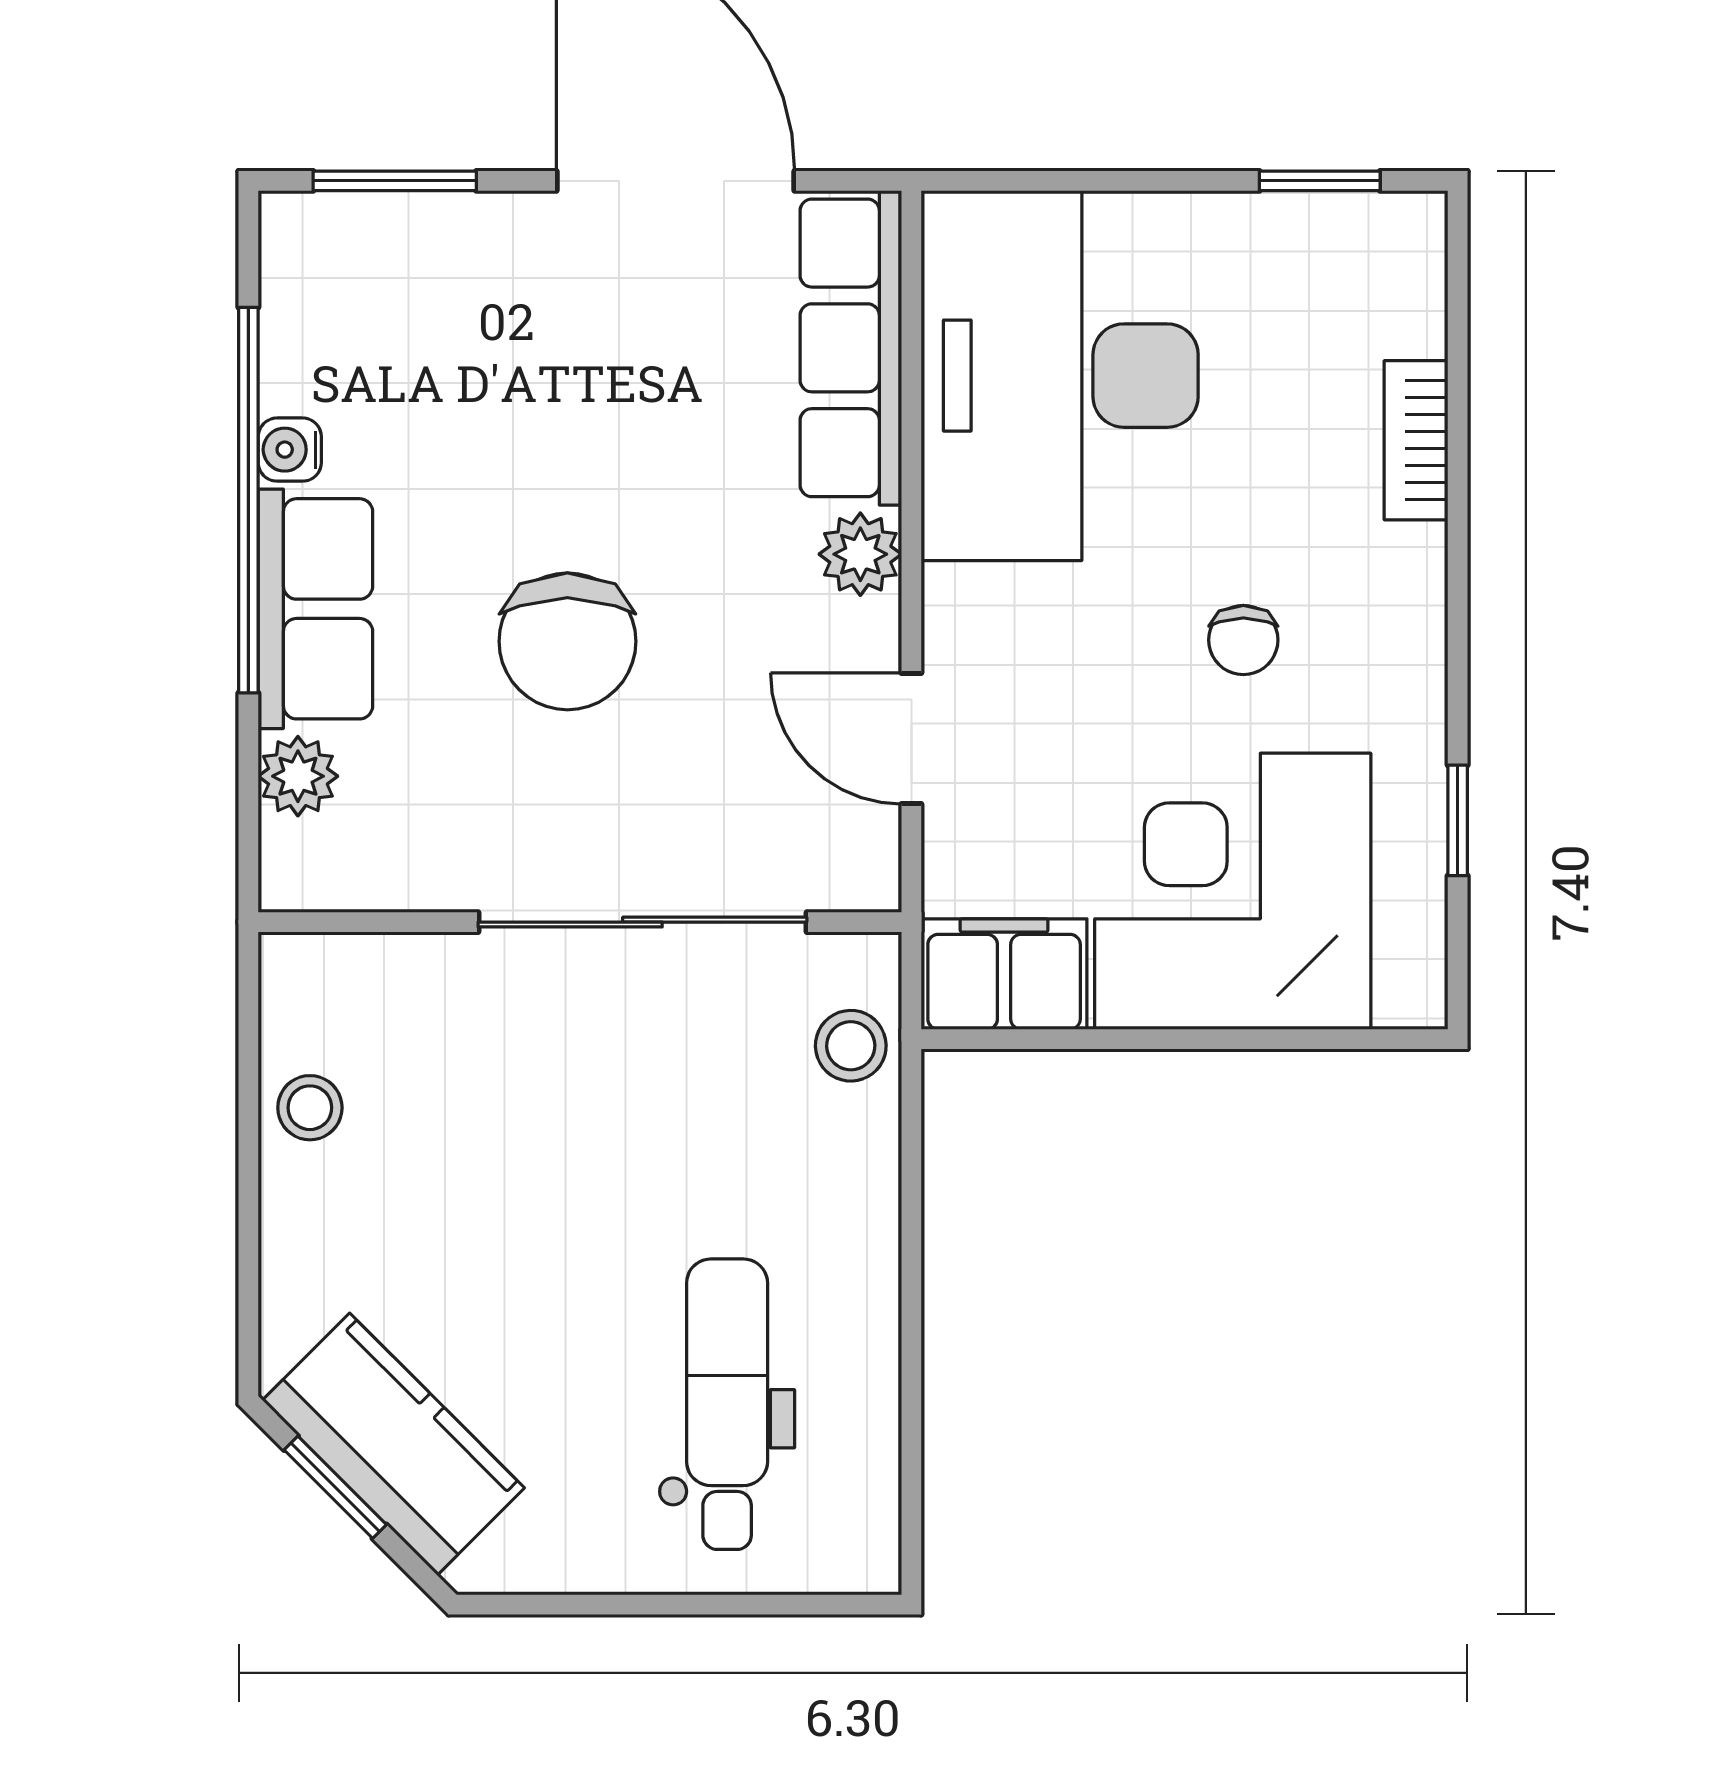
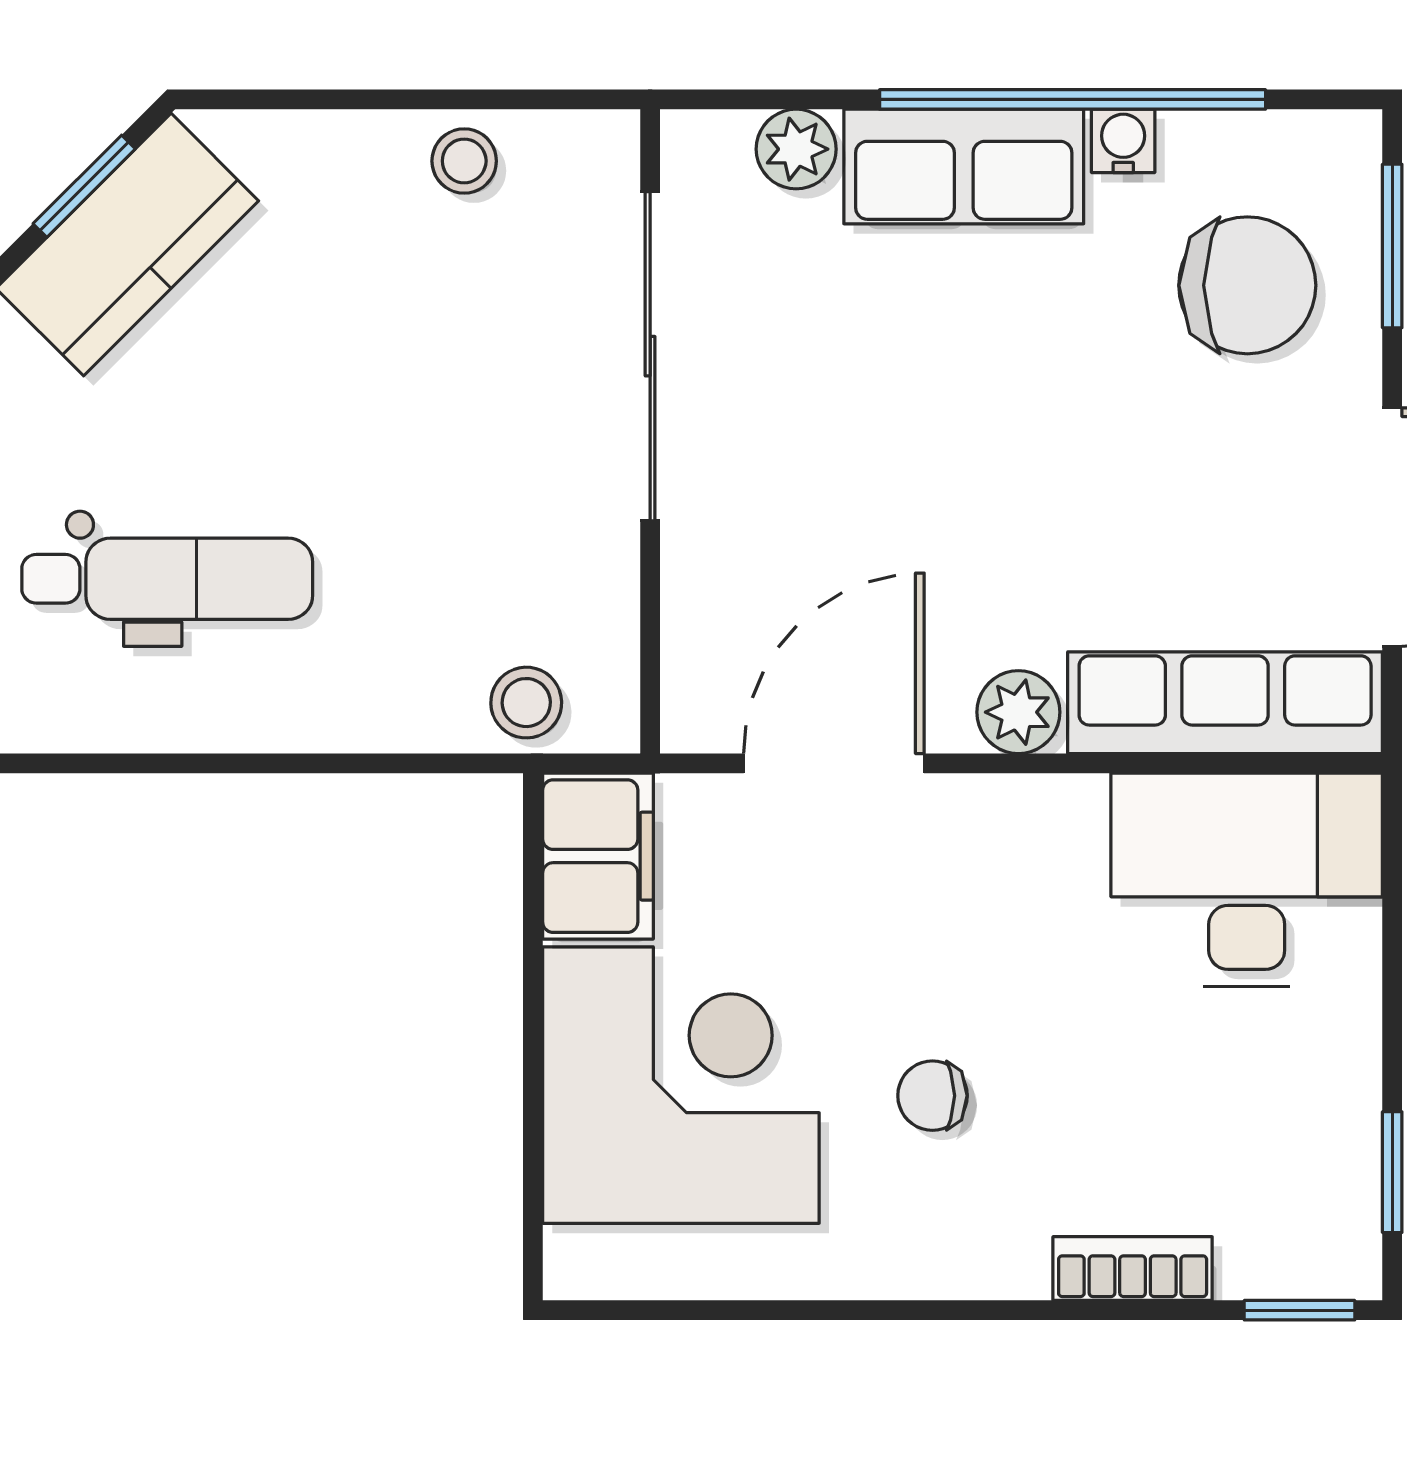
desk: (1060, 376) -> (1247, 880), width x0.73, depth x0.77
chair: (567, 641) -> (1247, 285), moved, turned 180
door: (911, 738) -> (834, 763), width x1.38
window: (1458, 820) -> (1299, 1310), moved
sliding door: (642, 922) -> (650, 356), moved

